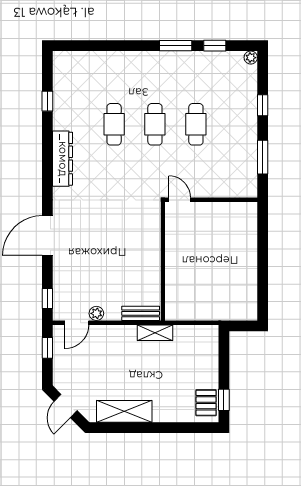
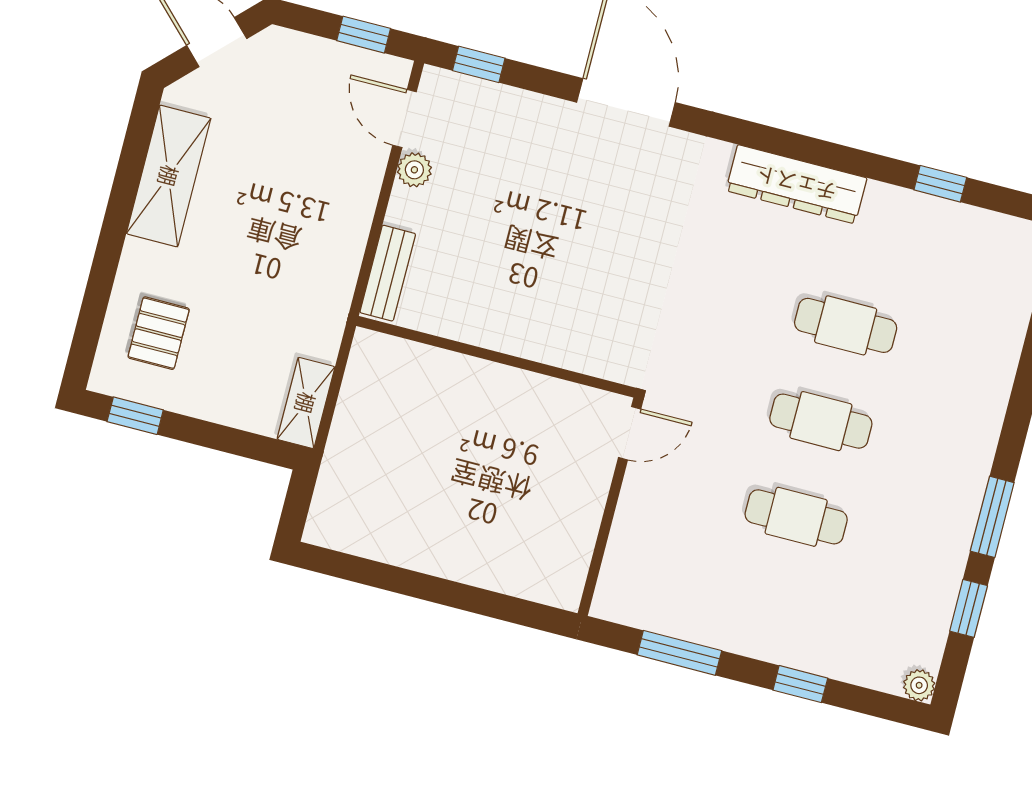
shelving: (155, 333) -> (306, 403), moved
pallet: (206, 403) -> (159, 333), moved, turned 90

